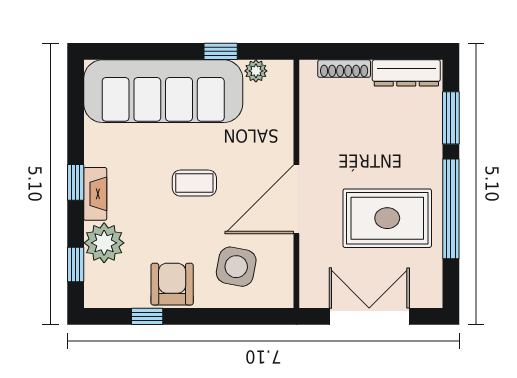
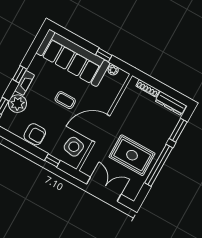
side table: (236, 267) -> (74, 147), moved
armchair: (172, 284) -> (35, 134), turned 90
window: (147, 316) -> (52, 160), moved

